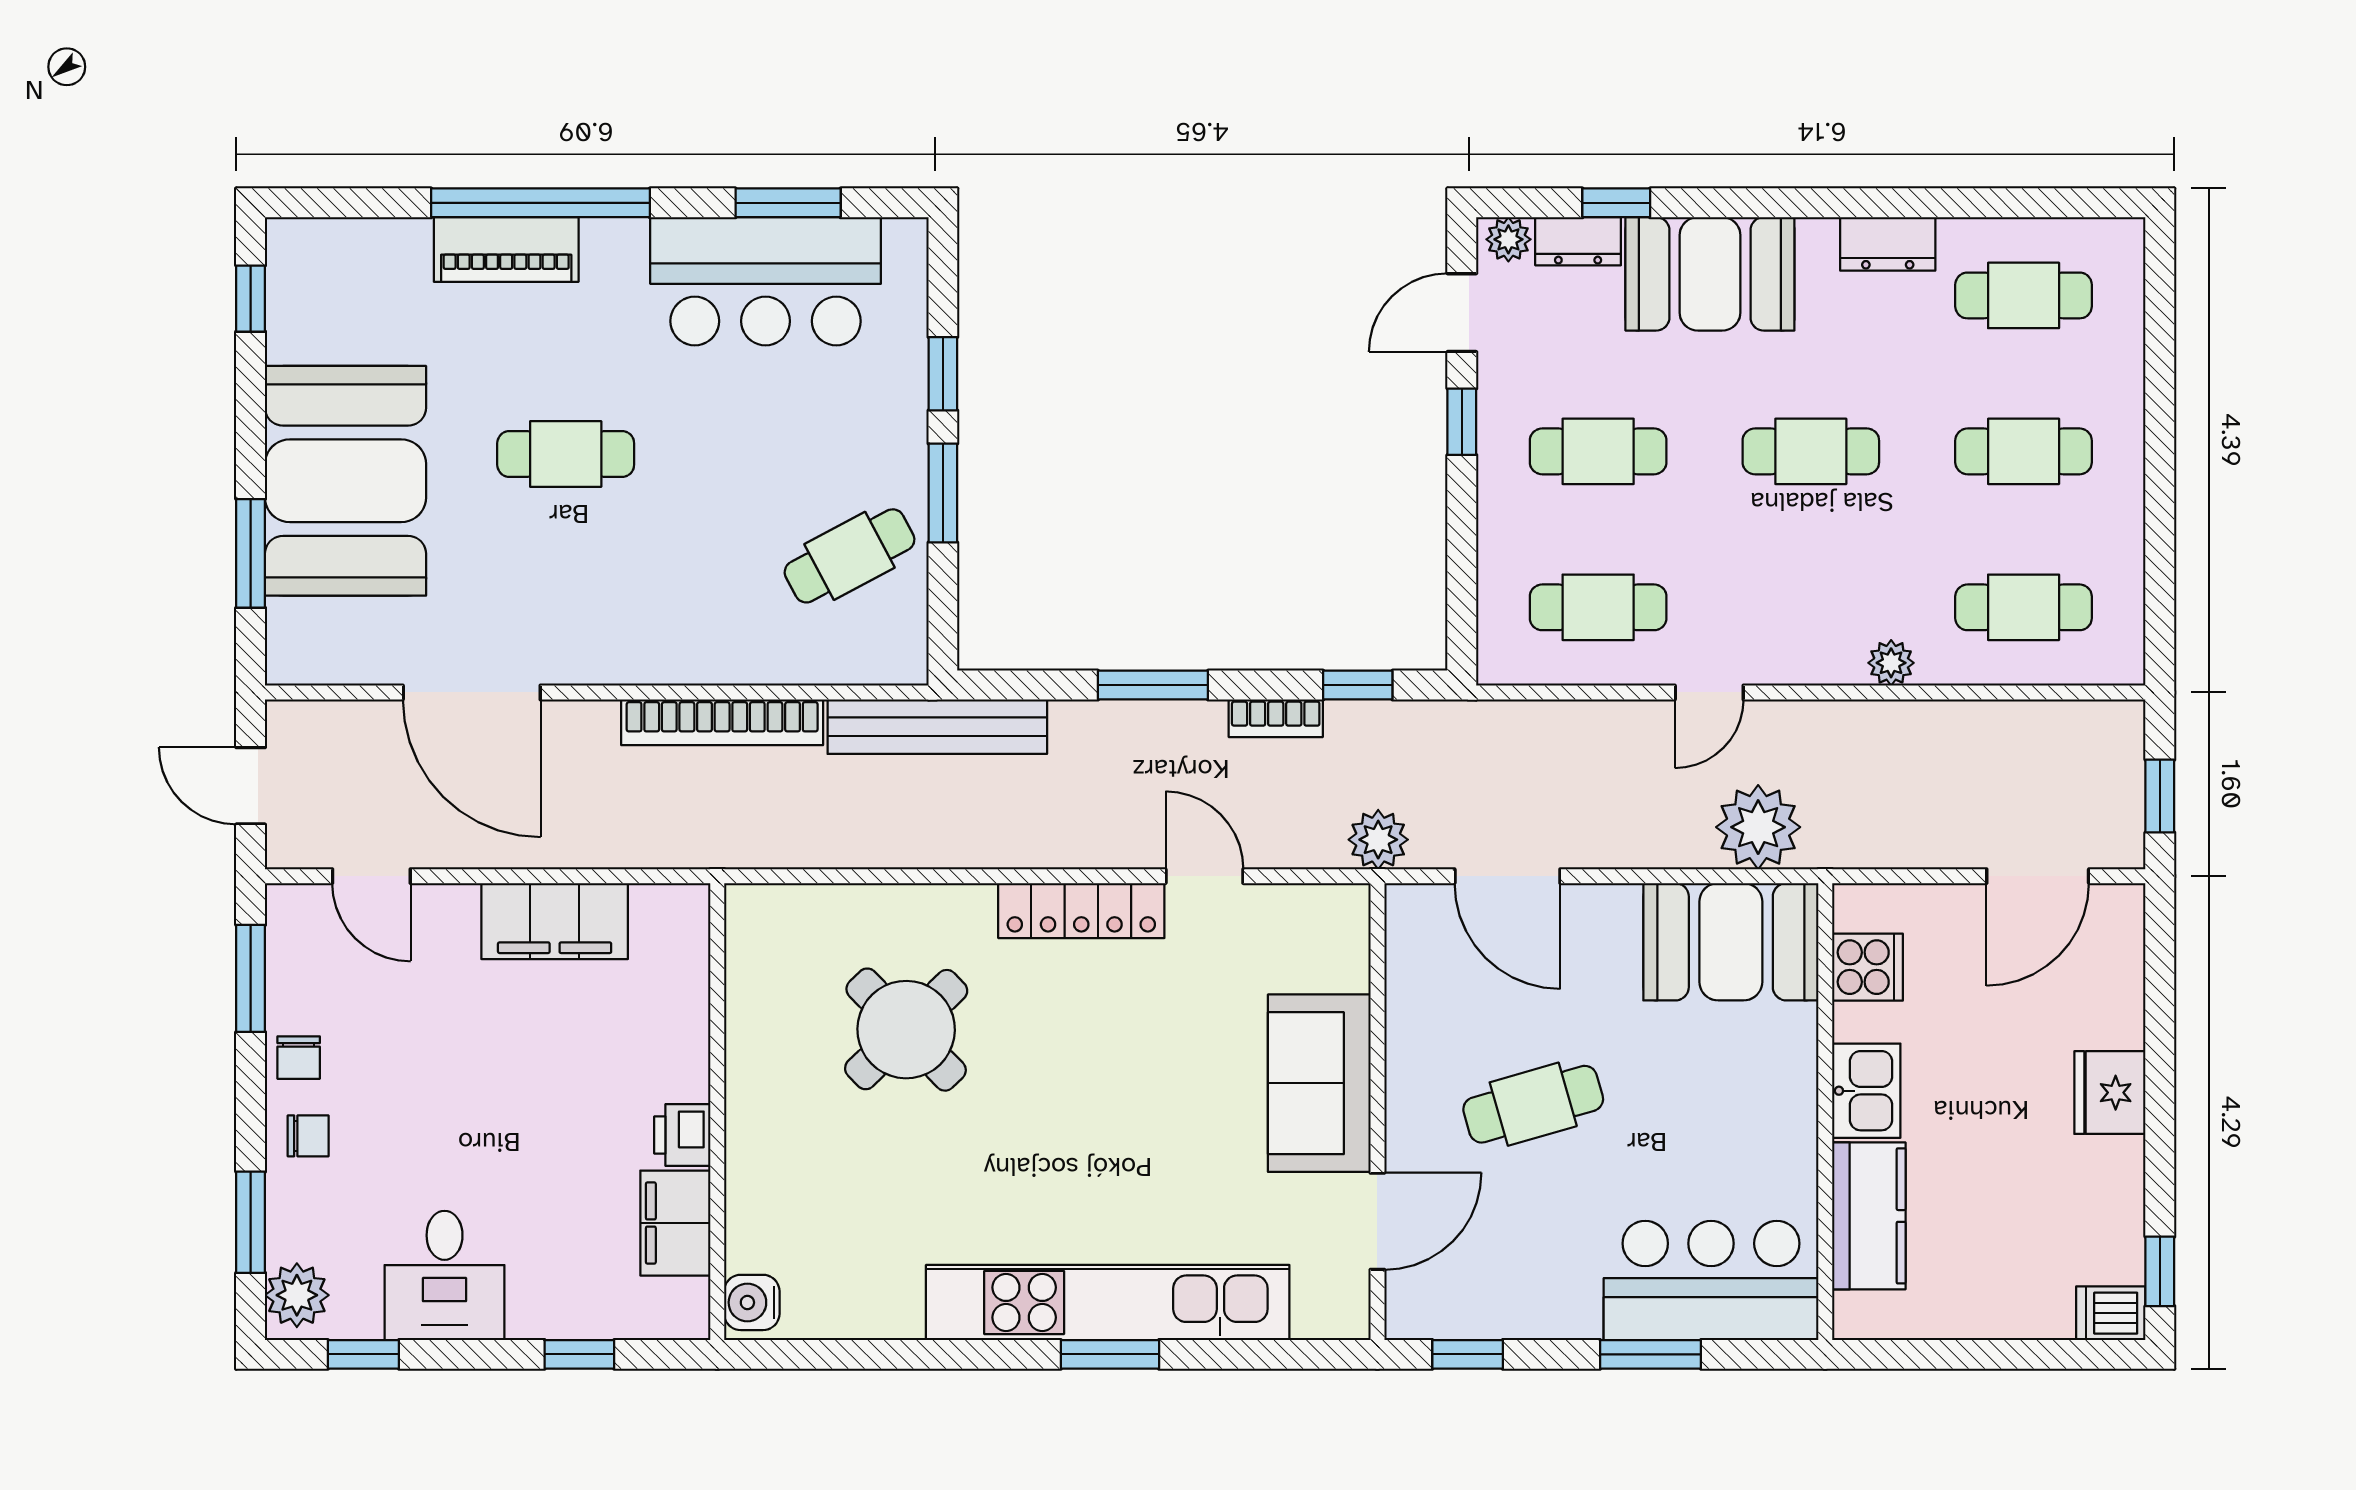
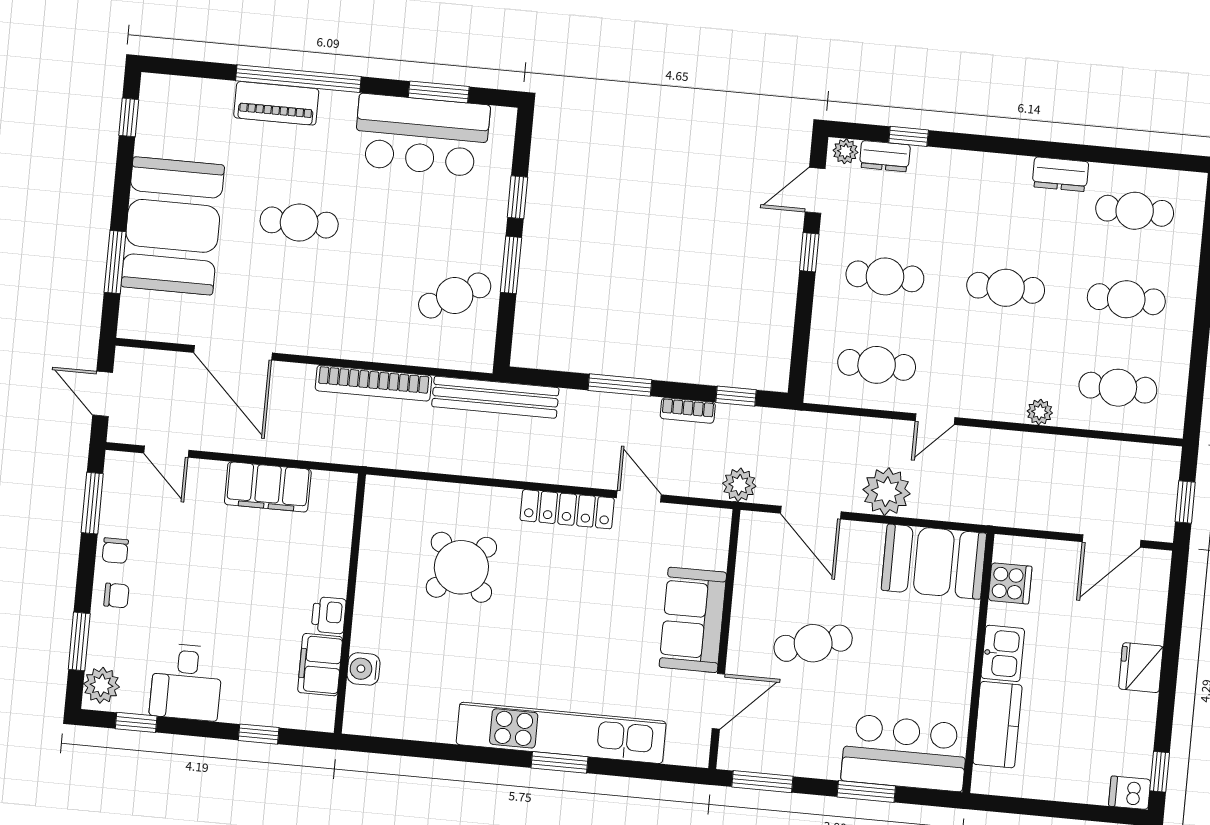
booth: (1710, 274) -> (958, 182), removed
plant: (1758, 827) -> (887, 492), moved
water cooler: (752, 1302) -> (363, 669), moved
window: (1468, 1354) -> (762, 782), width x1.50

